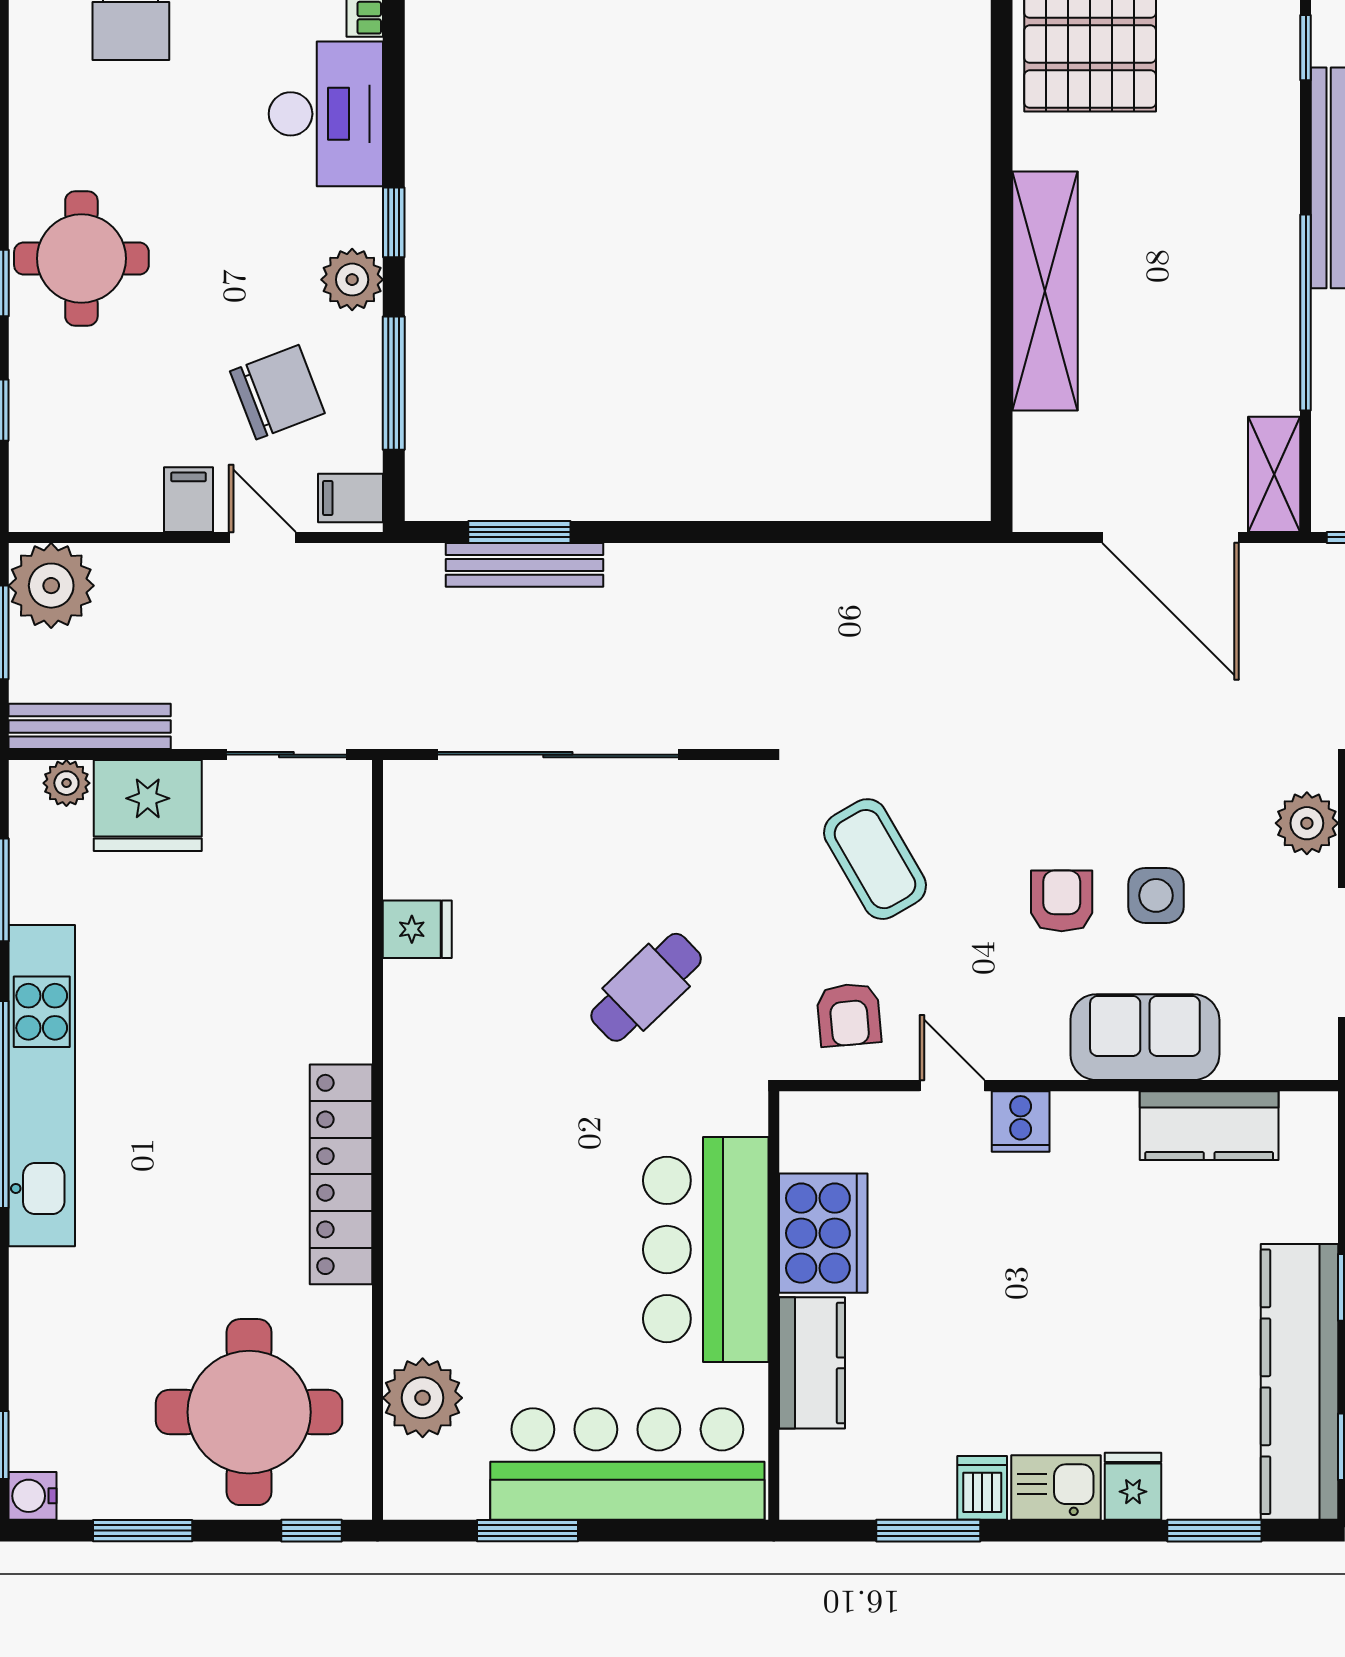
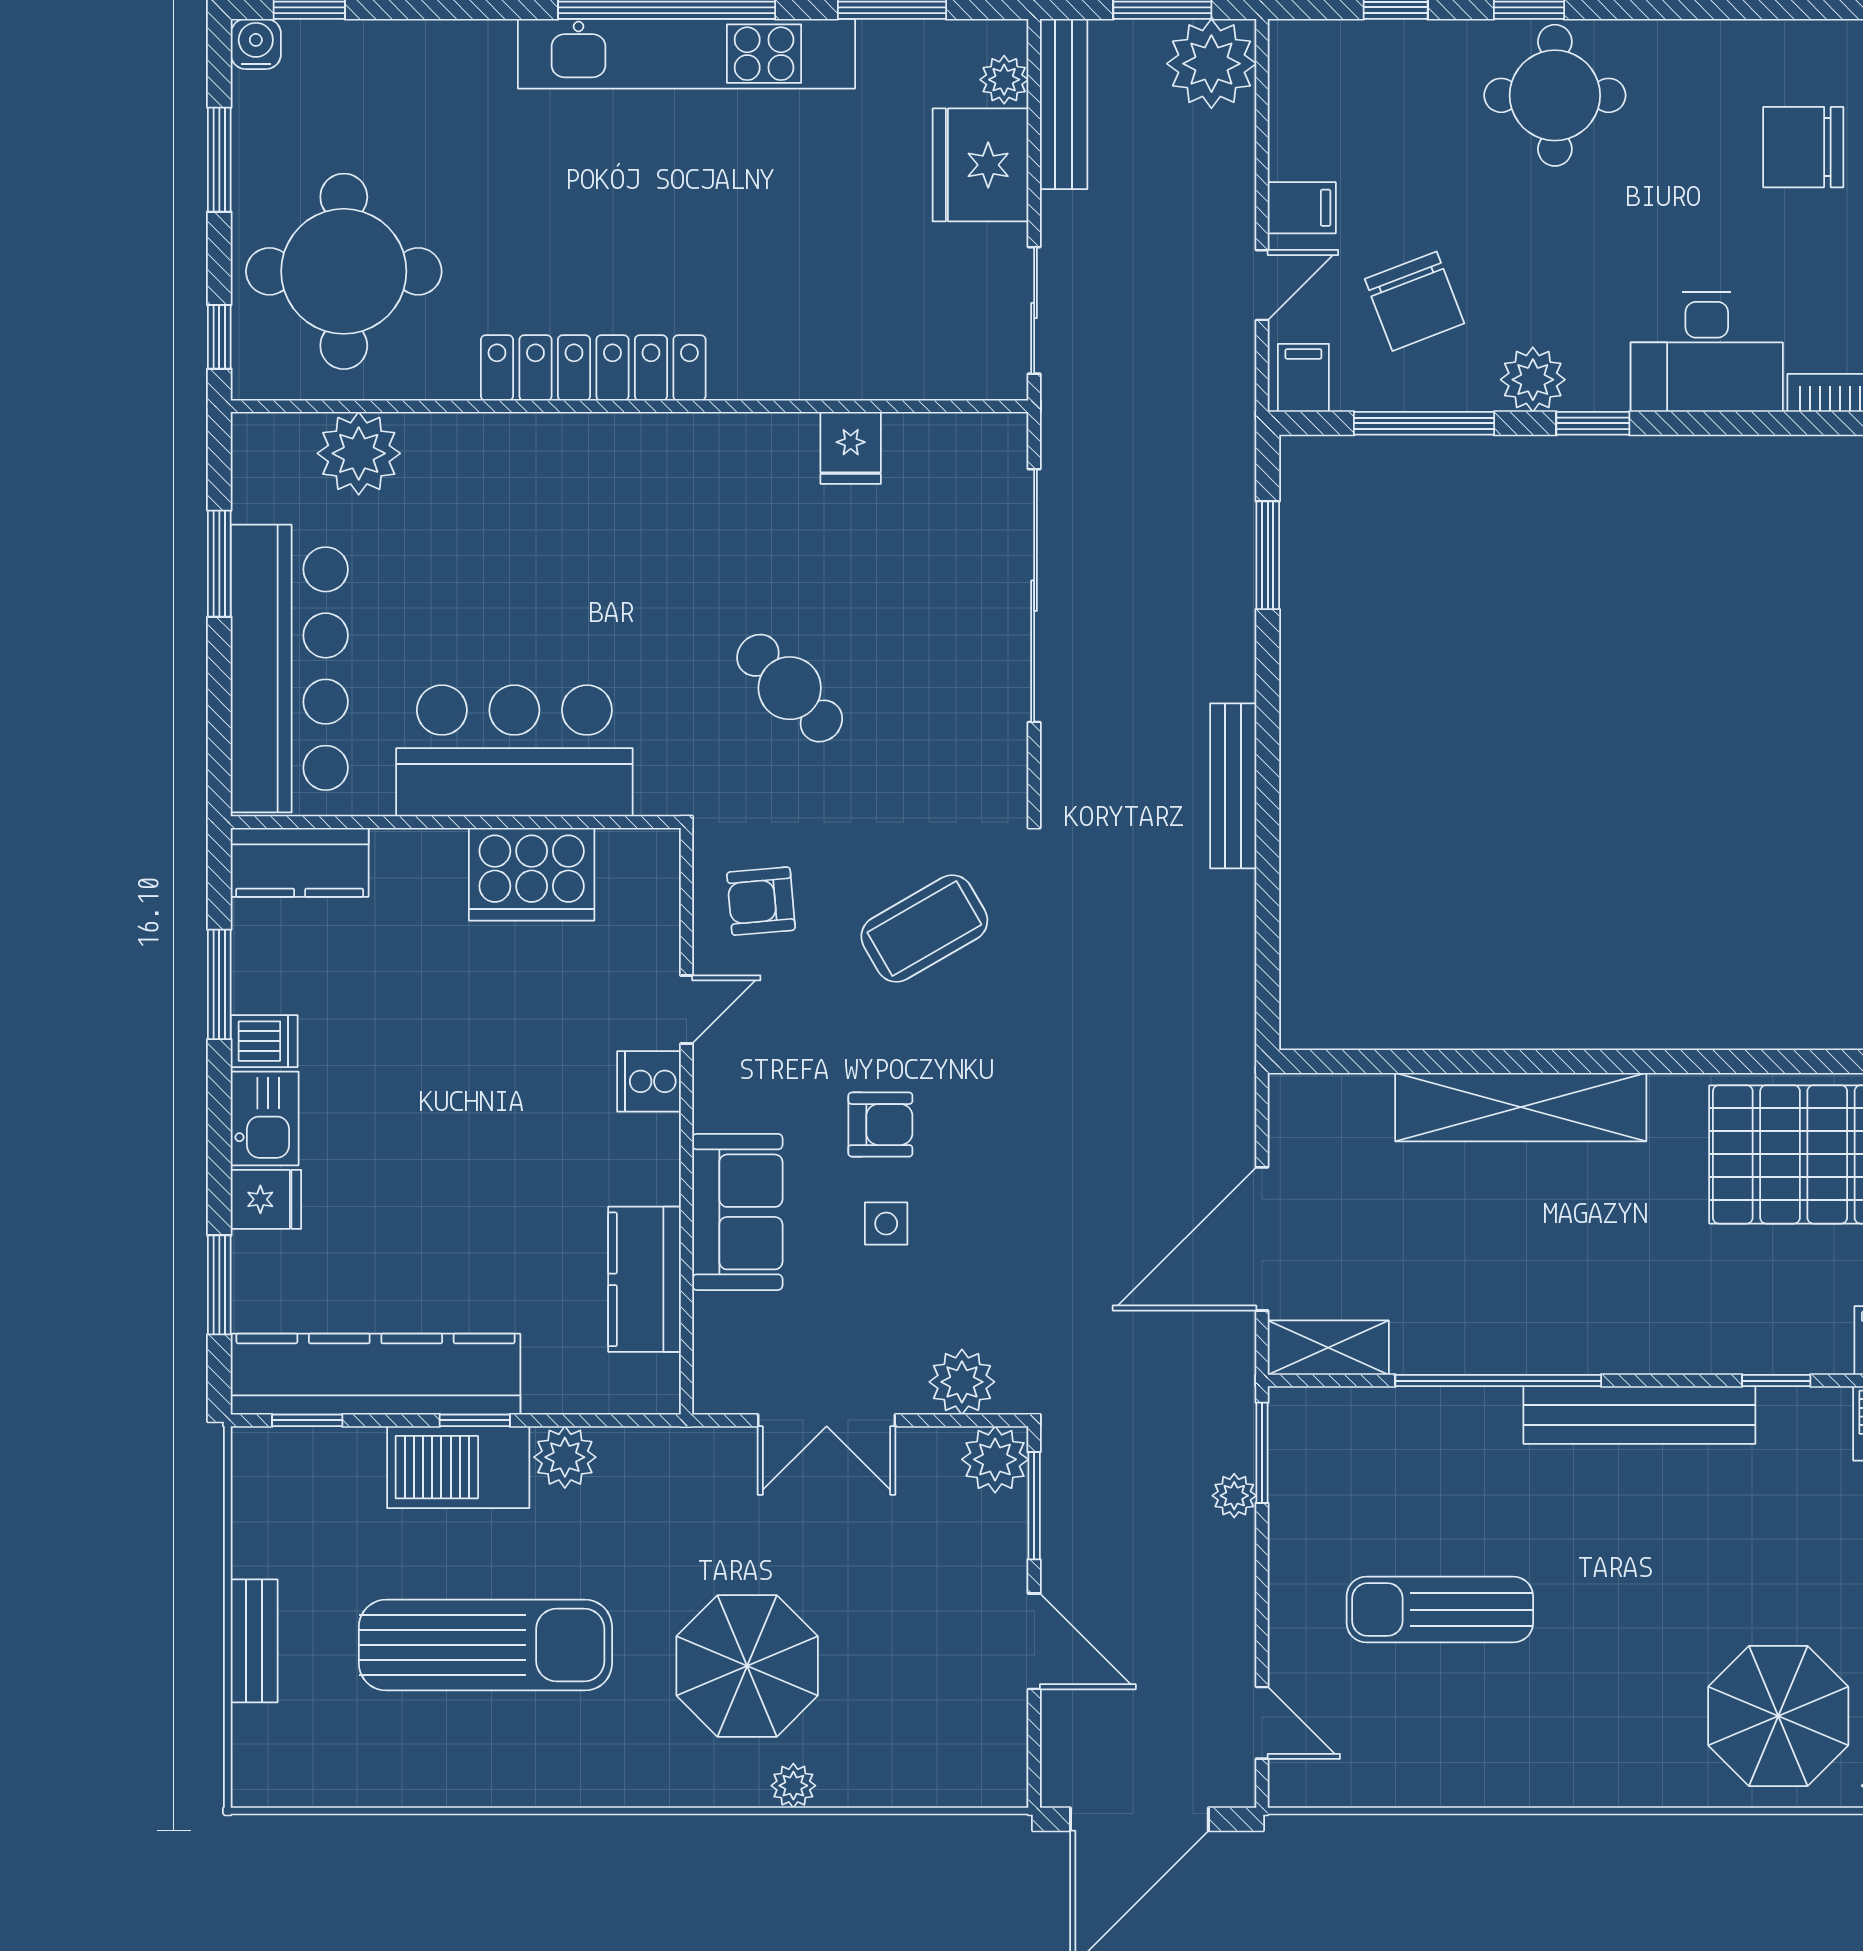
bench: (525, 565) -> (1233, 786), moved
side table: (1156, 895) -> (886, 1224), width x0.73, depth x0.73
kitchen counter: (812, 1363) -> (300, 862), moved

